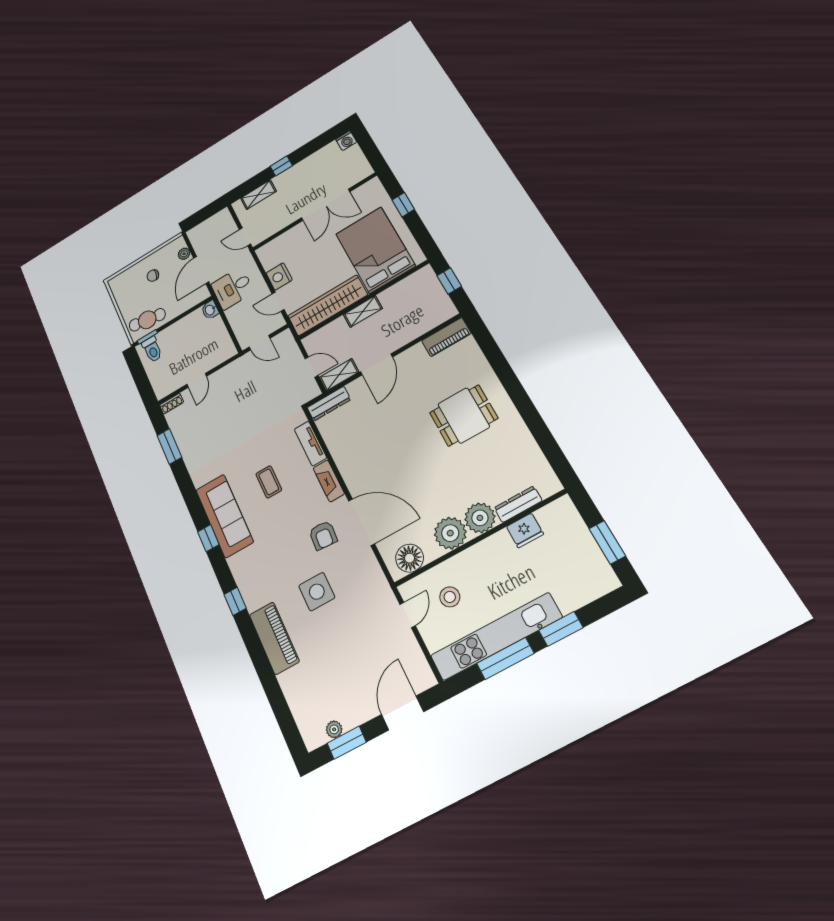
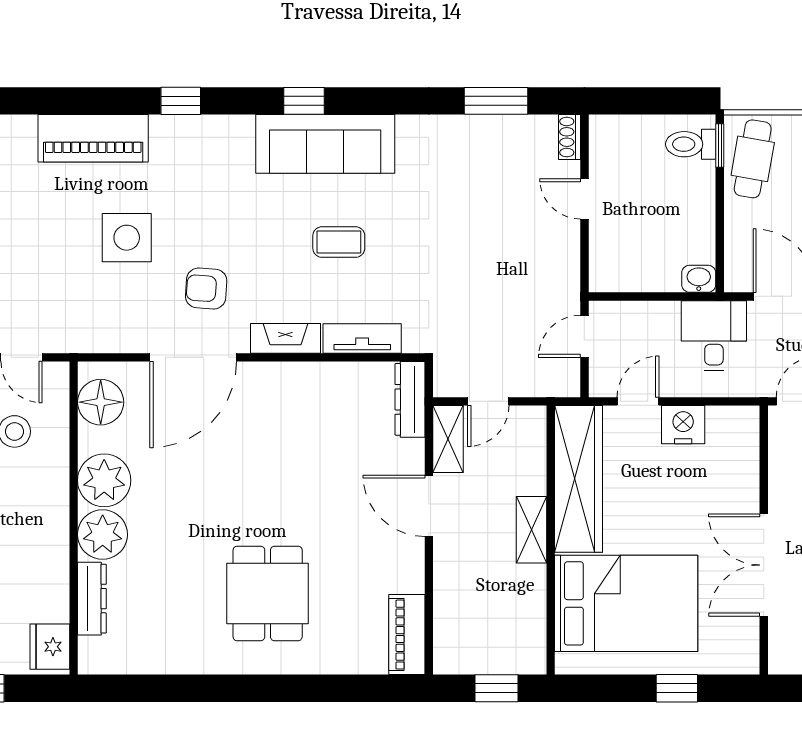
fridge: (525, 530) -> (50, 647), moved

